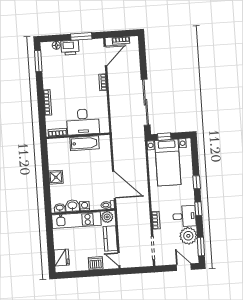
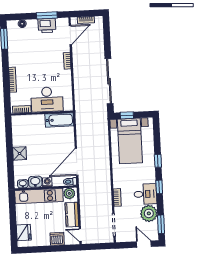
printer: (70, 48) -> (47, 26), moved
bathtub: (84, 143) -> (59, 120), moved
door: (114, 185) -> (77, 162), swing flipped

